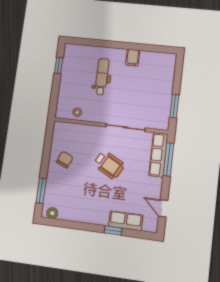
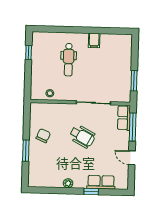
dental chair: (102, 77) -> (69, 60), turned 180
row of seats: (158, 155) -> (124, 118), width x0.68
window: (41, 191) -> (26, 151), moved
door: (163, 208) -> (132, 158), moved
plant: (52, 213) -> (68, 183), moved

